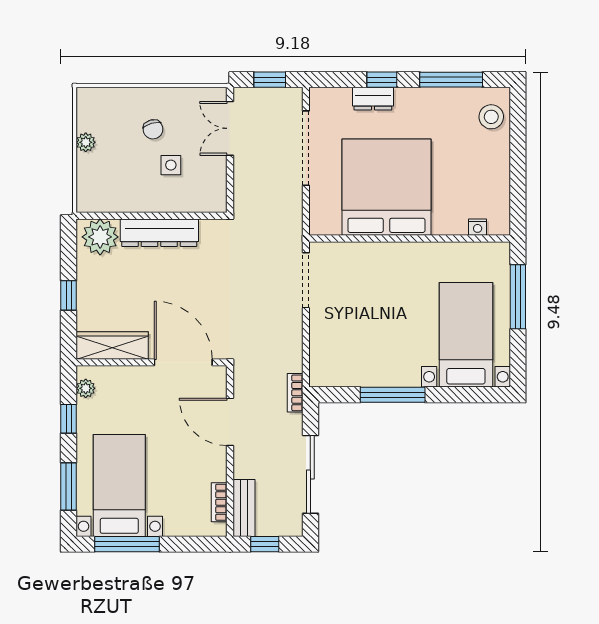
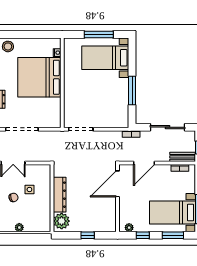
bed: (386, 187) -> (39, 77), moved
window: (518, 297) -> (99, 35), moved
wardrobe: (112, 346) -> (110, 216), removed

